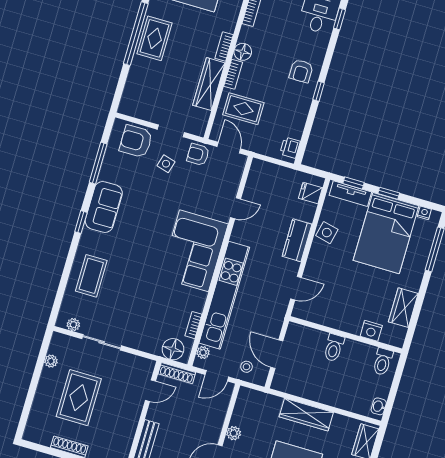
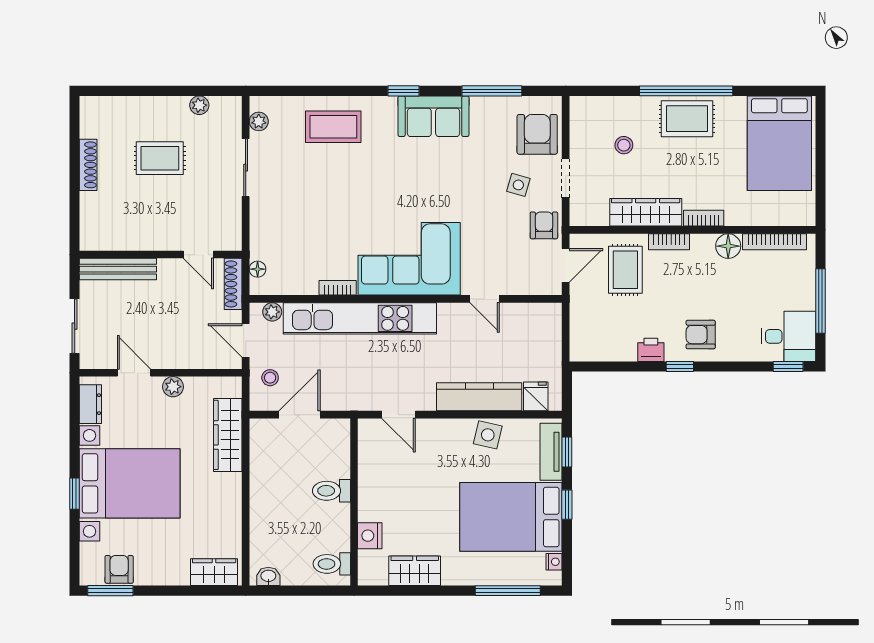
floor lamp: (243, 52) -> (728, 246), moved
stool: (160, 86) -> (624, 145), added
printer: (290, 148) -> (651, 350), moved
kitchen counter: (297, 240) -> (479, 397), width x1.50
bookcase: (194, 325) -> (338, 288), moved
floor lamp: (173, 349) -> (258, 269), width x0.53, depth x0.53
rug: (79, 398) -> (160, 158), width x0.73, depth x0.70
wardrobe: (306, 415) -> (228, 435), moved

